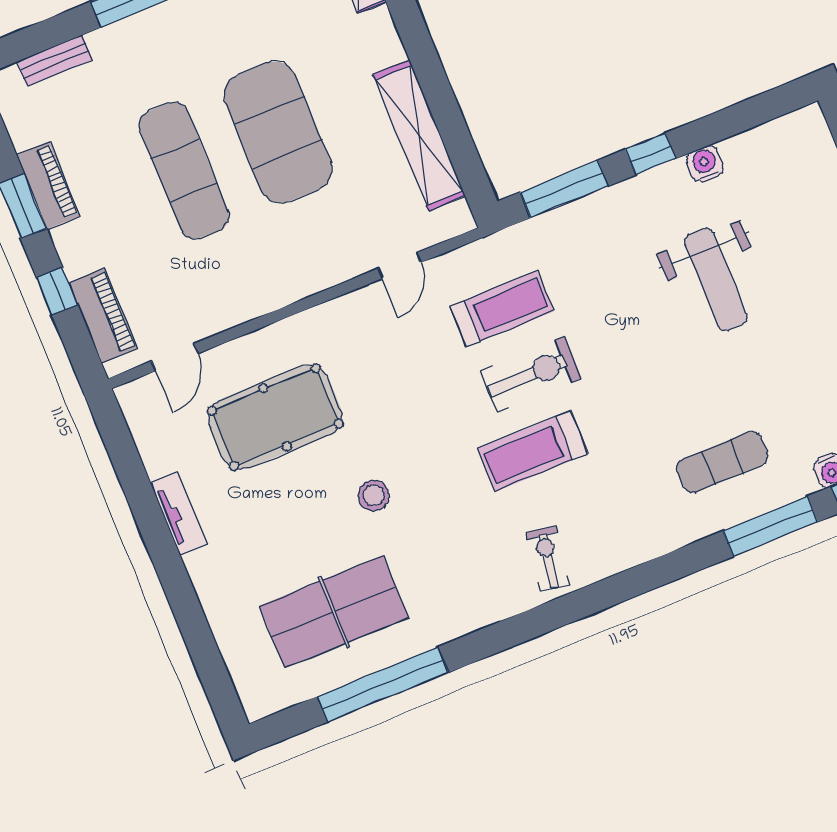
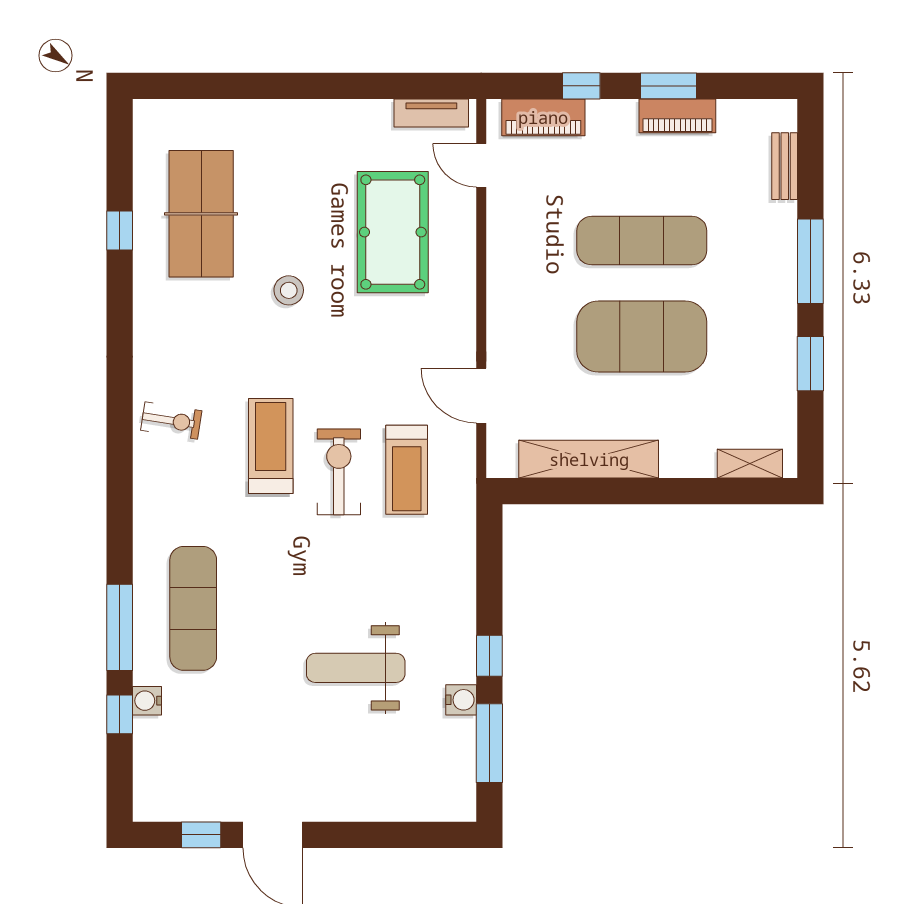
window: (564, 189) -> (489, 743), moved
door: (400, 265) -> (481, 396), width x1.38
exercise bike: (531, 374) -> (339, 472), turned 180
exercise mat: (722, 462) -> (193, 608), width x1.36, depth x1.45
tv unit: (179, 514) -> (431, 113), moved
window: (383, 685) -> (120, 231), width x0.32

